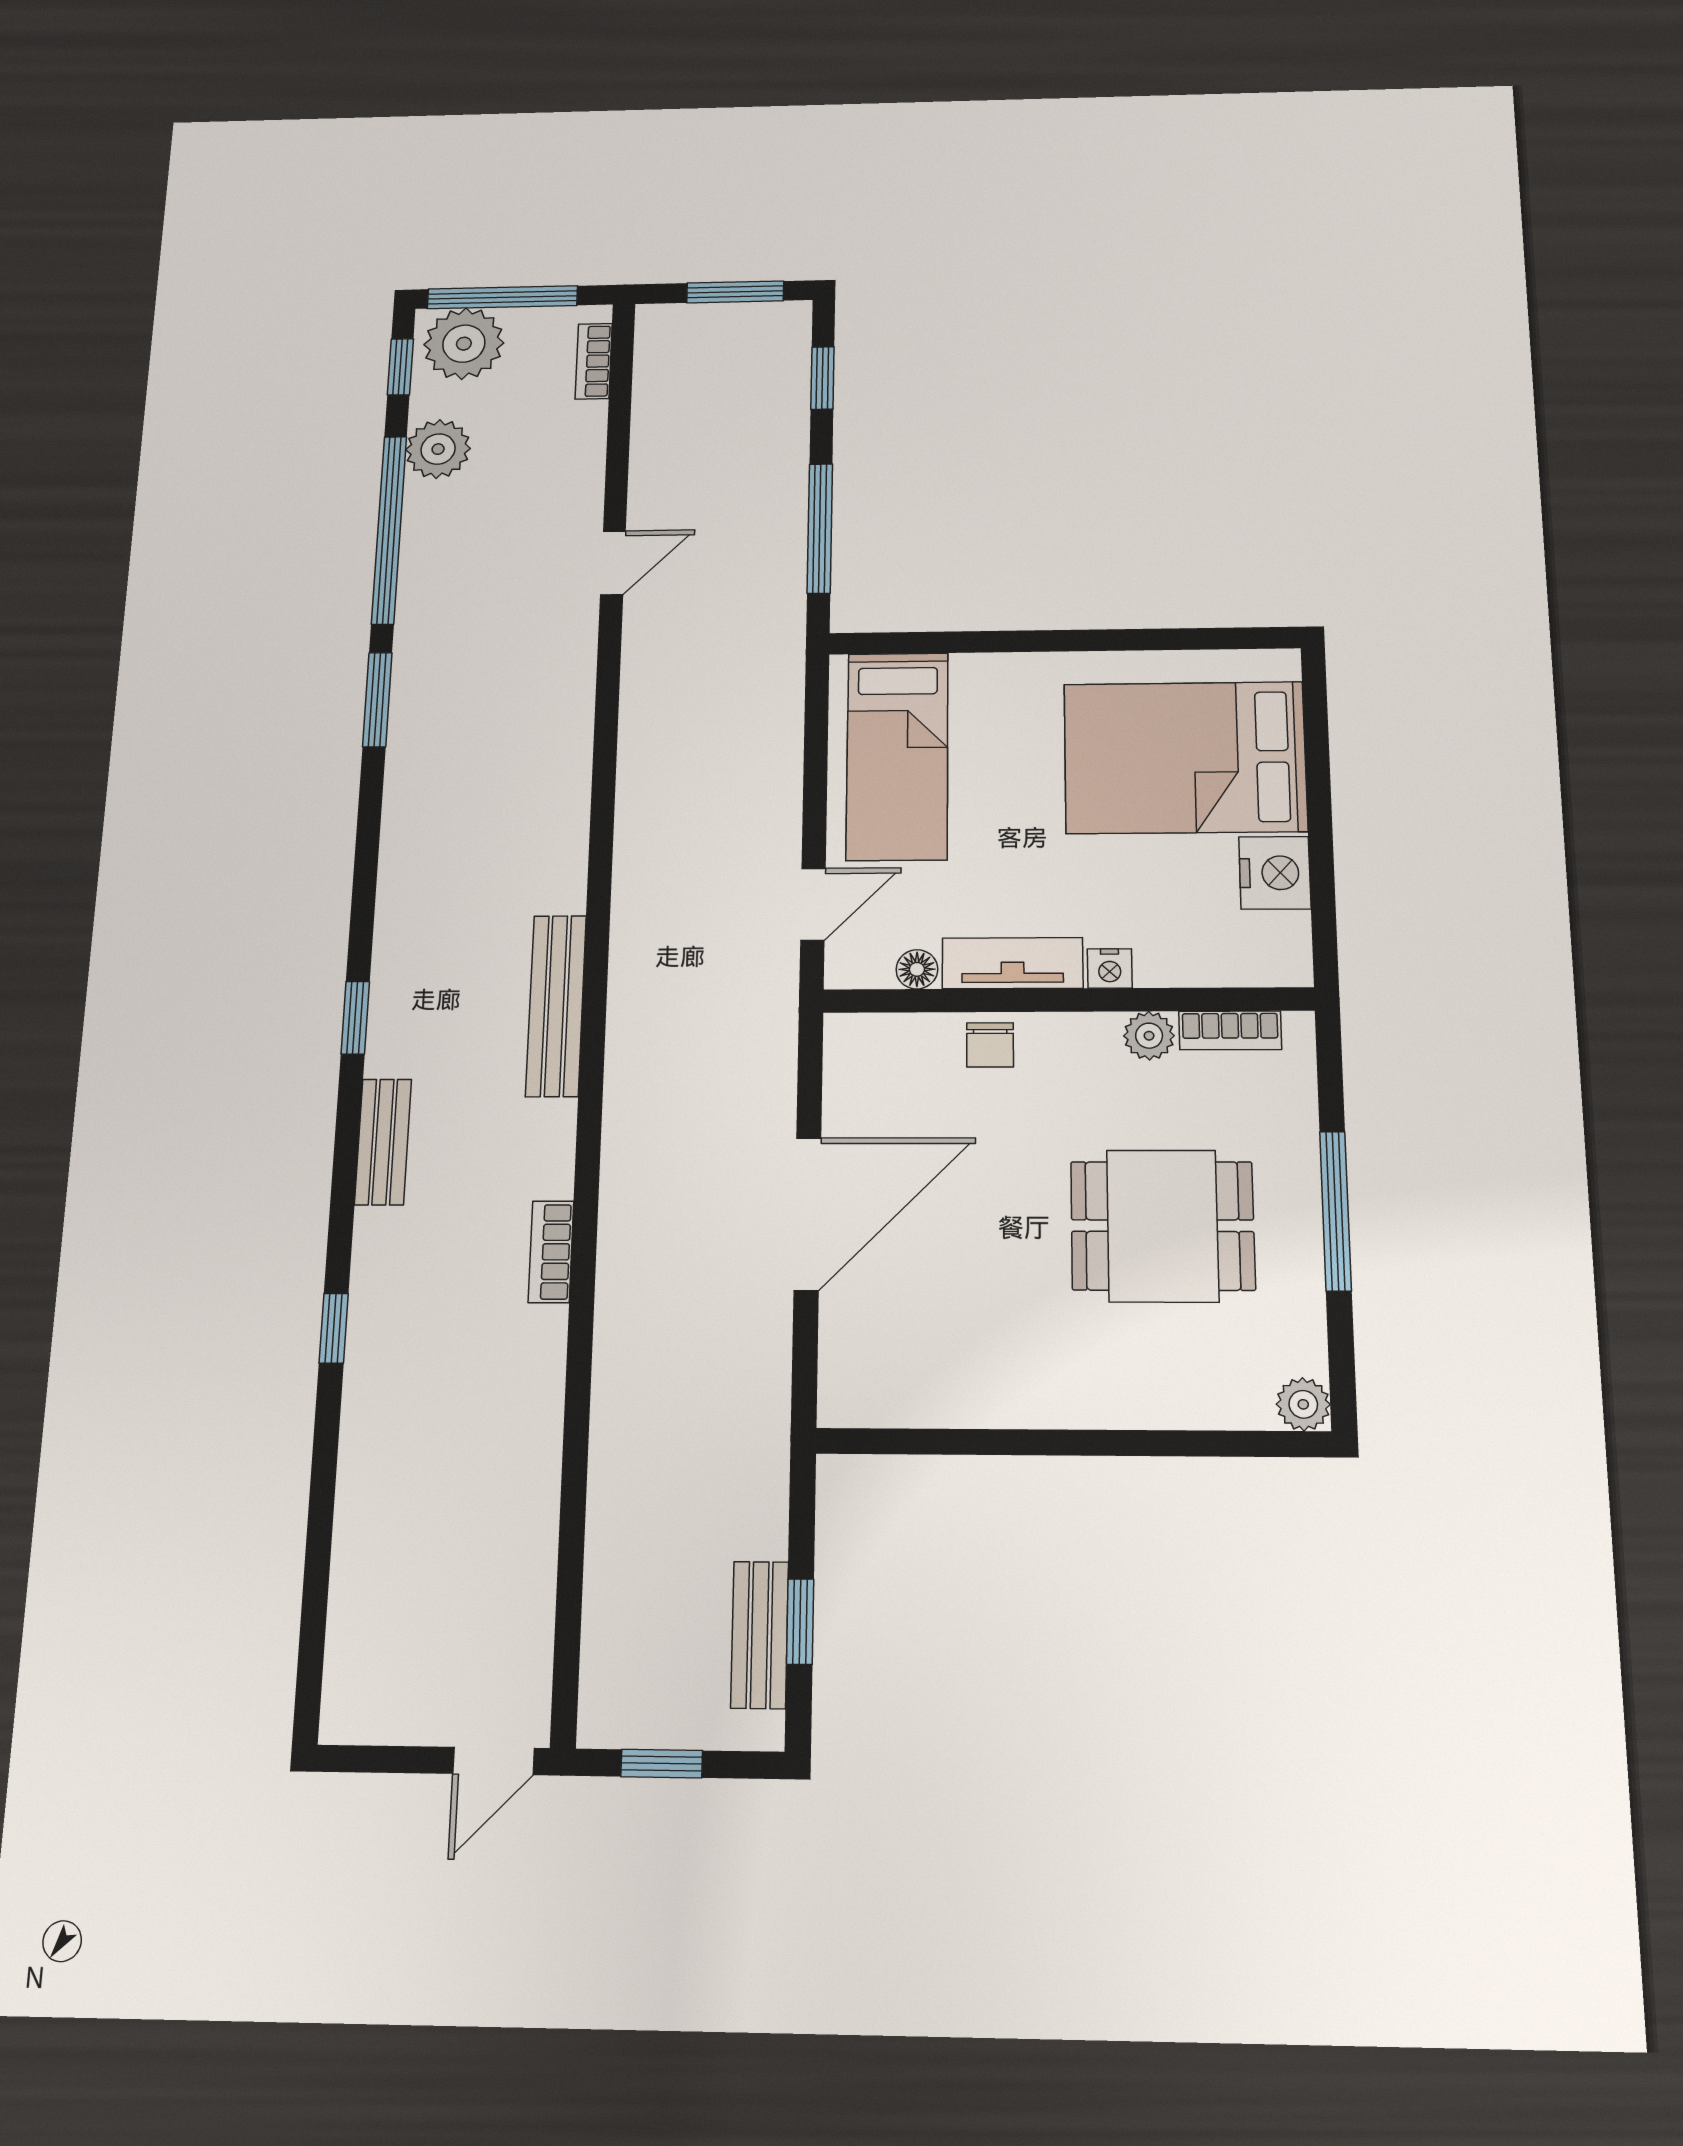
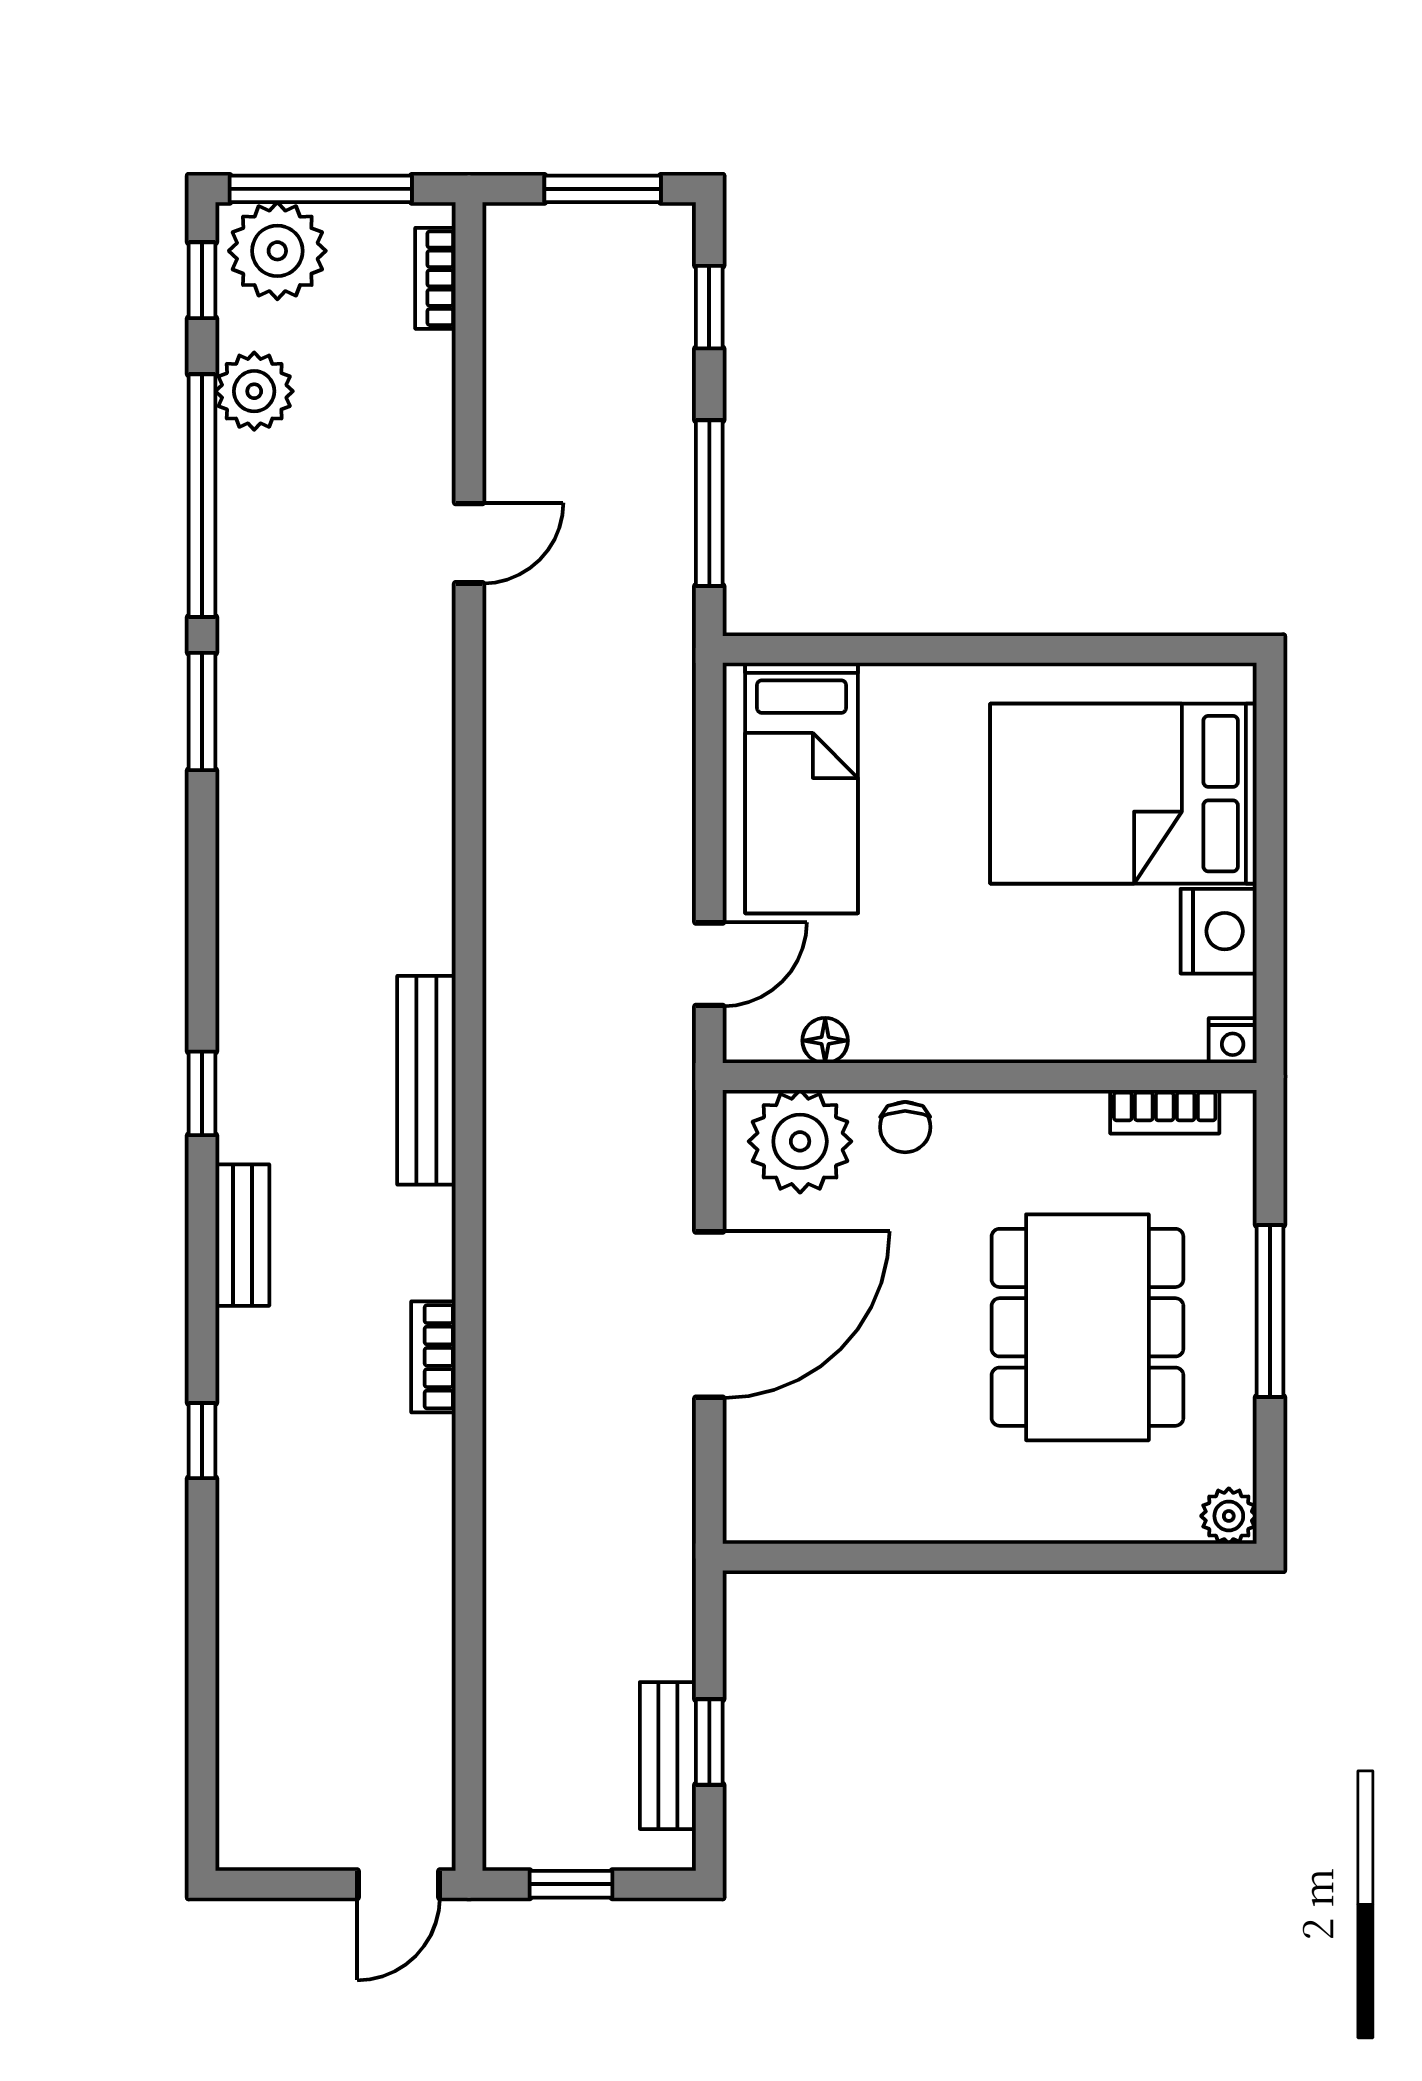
tv unit: (1012, 963) -> (930, 1034), removed
nightstand: (1110, 968) -> (1233, 1041), moved
plant: (1149, 1036) -> (800, 1141), moved, width x1.87, depth x1.87
dining table: (1162, 1226) -> (1087, 1327), width x1.38

